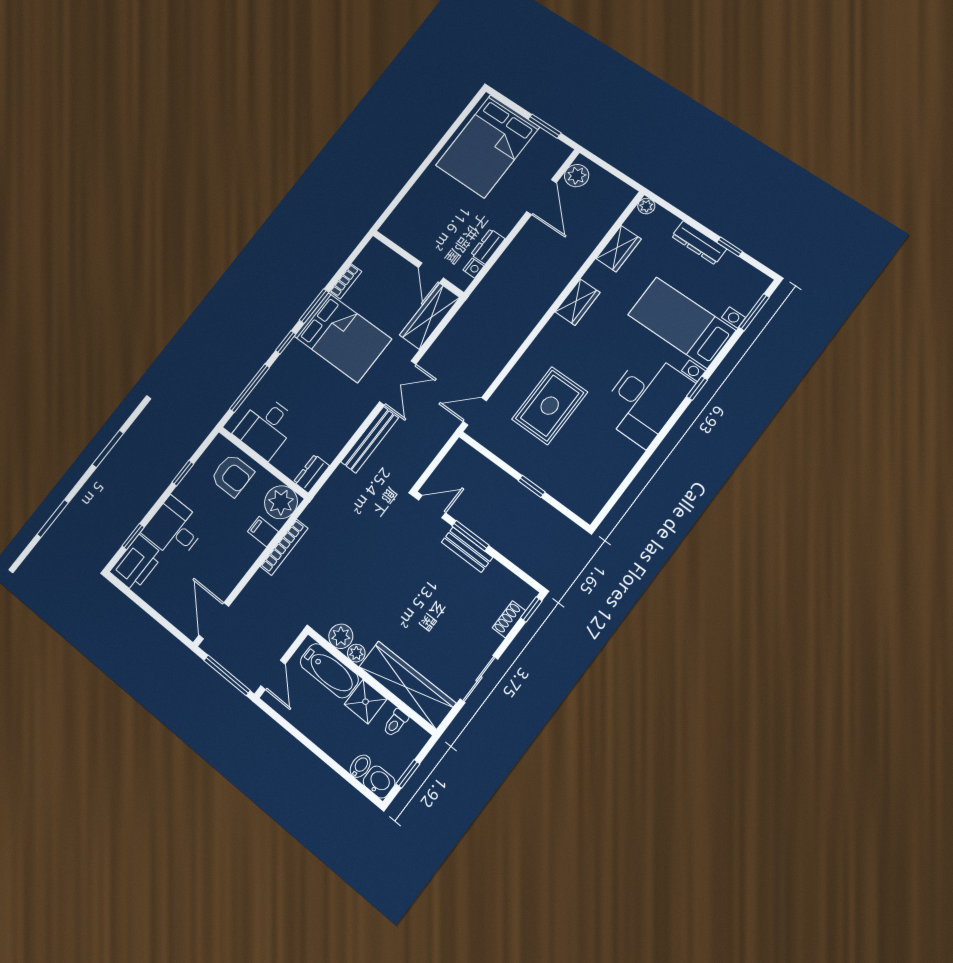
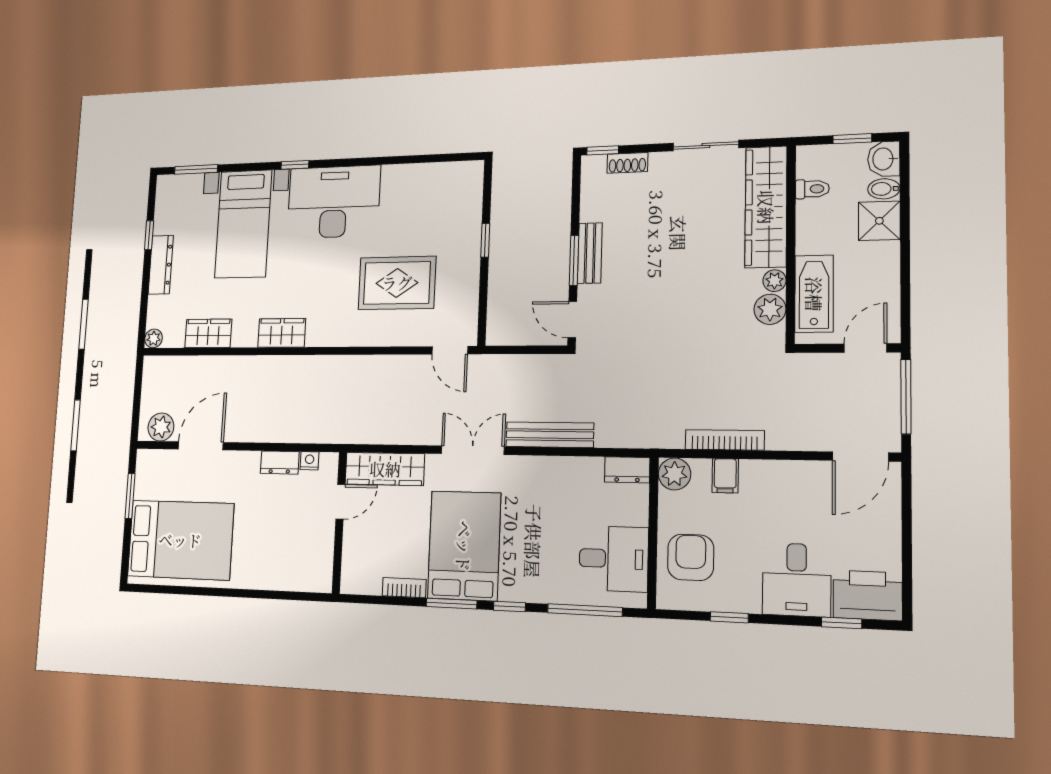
plant: (281, 502) -> (675, 474), width x0.73, depth x0.73
shower: (365, 702) -> (879, 221), moved

